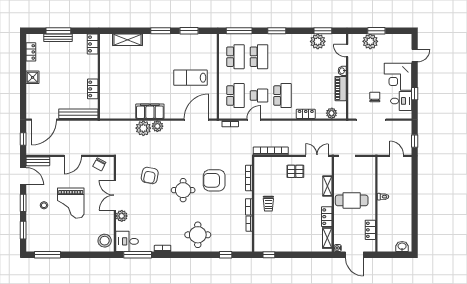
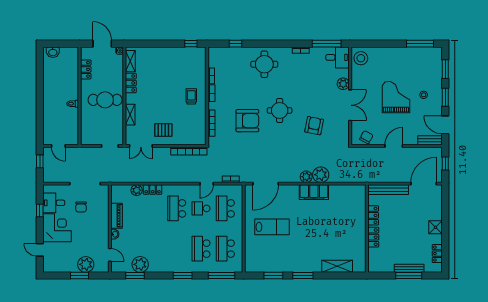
locker: (93, 44) -> (373, 237), moved
door: (415, 56) -> (40, 250), hinge flipped
plant: (332, 113) -> (137, 190), moved

